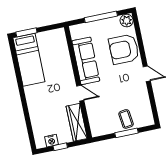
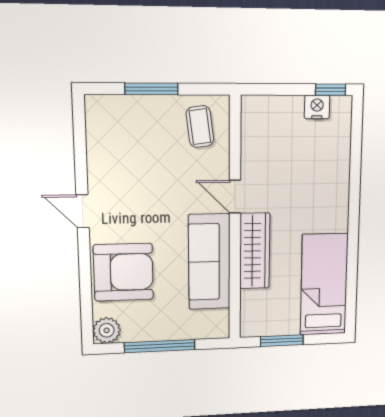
window: (26, 32) -> (282, 341), moved
coffee table: (126, 119) -> (200, 127), moved
wardrobe: (77, 122) -> (255, 251), moved
window: (60, 147) -> (331, 90), moved

